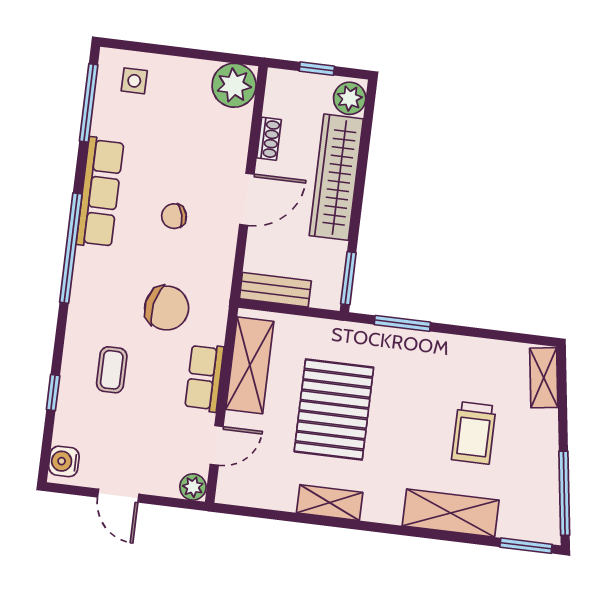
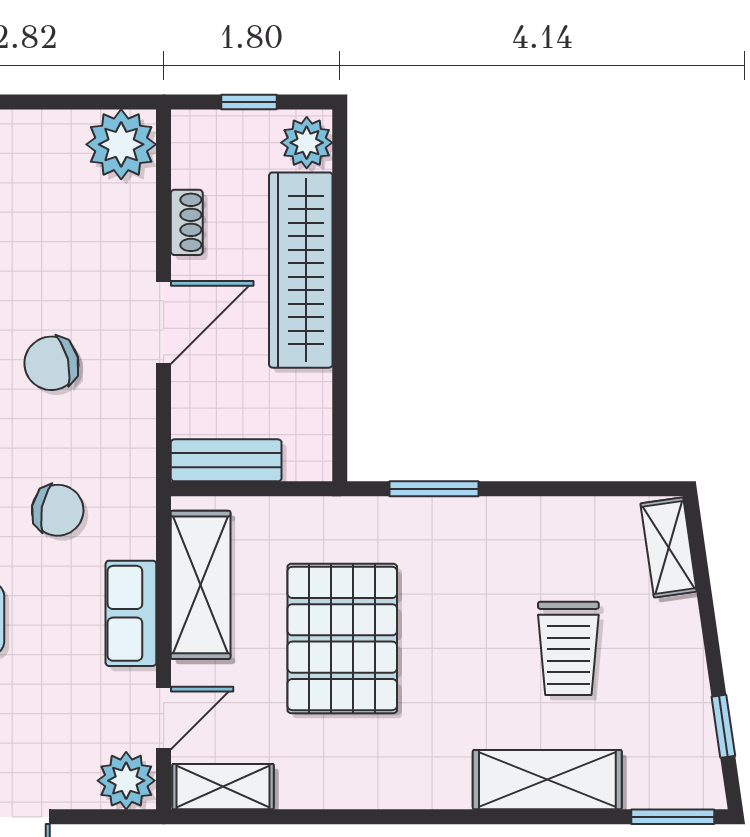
chair: (174, 216) -> (51, 363), width x1.37, depth x1.37
window: (348, 278) -> (340, 428), removed
chair: (167, 308) -> (58, 510), width x0.73, depth x0.73
plant: (193, 487) -> (126, 781), width x1.38, depth x1.38
window: (564, 493) -> (723, 726), width x0.46
shelving: (330, 503) -> (223, 787), moved

